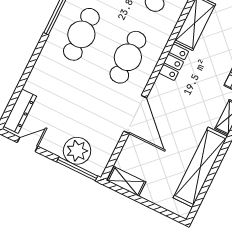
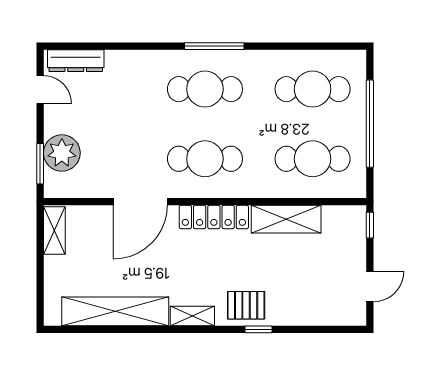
locker: (174, 62) -> (214, 217), width x1.53
window: (77, 169) -> (40, 164), width x0.69

